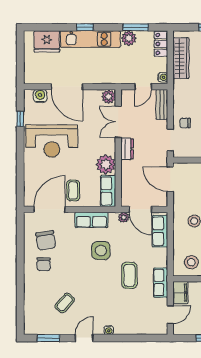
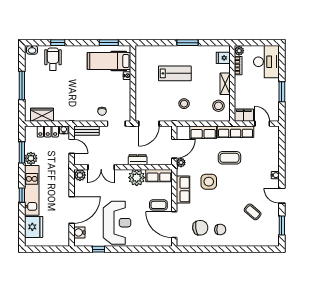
locker: (161, 44) -> (48, 131), moved
wardrobe: (181, 58) -> (42, 115), width x0.67
dresser: (127, 149) -> (138, 160), moved
row of seats: (160, 231) -> (203, 132), moved
row of seats: (161, 283) -> (236, 132), width x1.48

